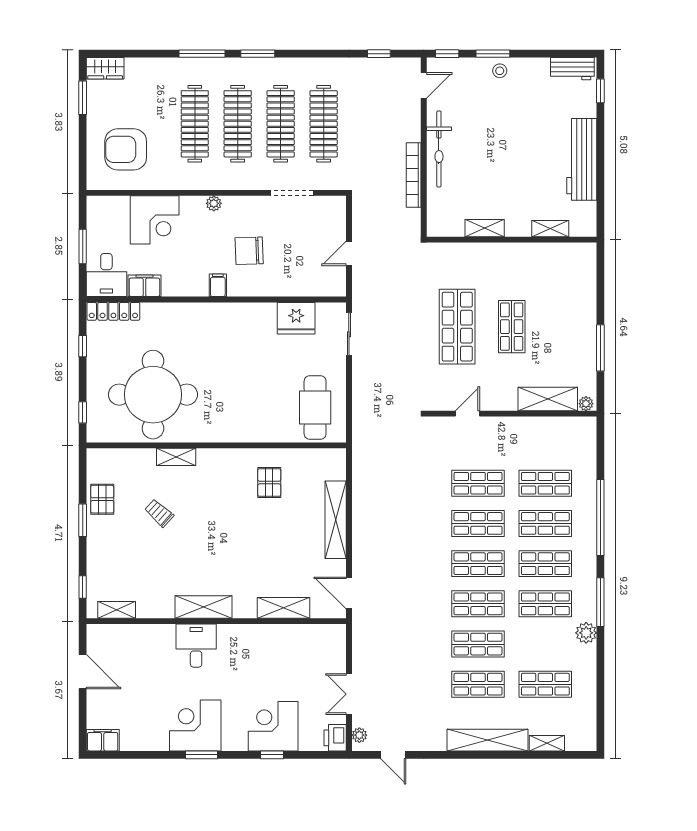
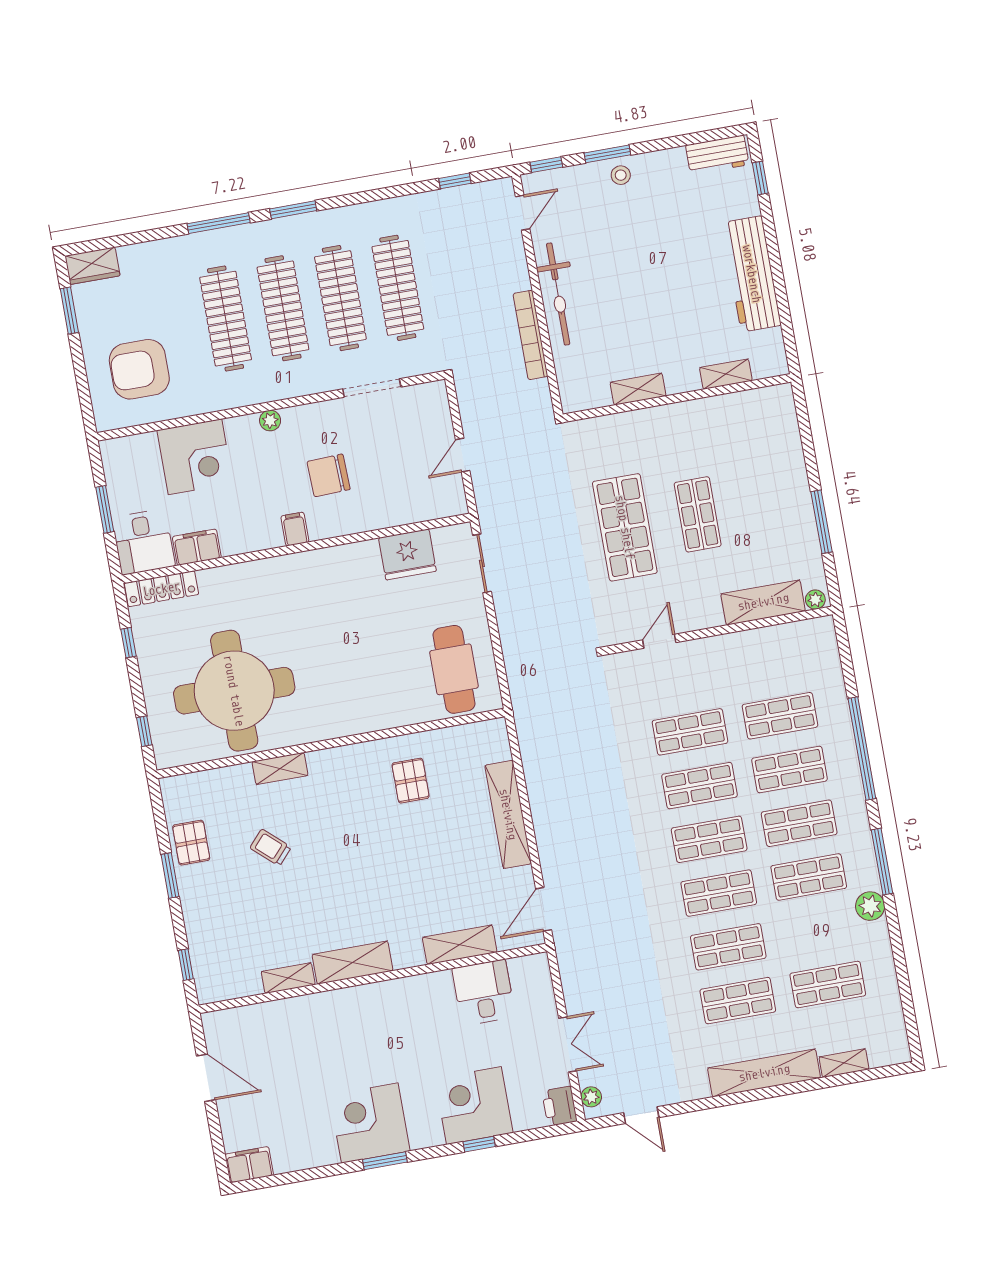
door: (349, 593) -> (544, 909), hinge flipped
shelving: (117, 610) -> (288, 978), moved
desk: (196, 646) -> (484, 993), moved
double door: (349, 694) -> (568, 1044), swing flipped

